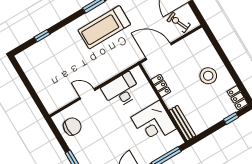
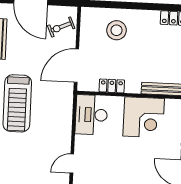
stool: (208, 76) -> (116, 30), moved
desk: (121, 91) -> (91, 115), moved

